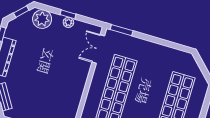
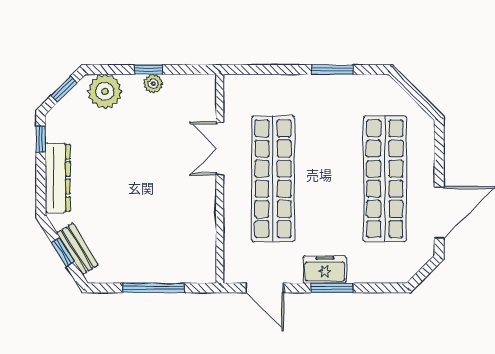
window: (122, 30) -> (332, 70), moved
double door: (98, 49) -> (220, 149), moved

